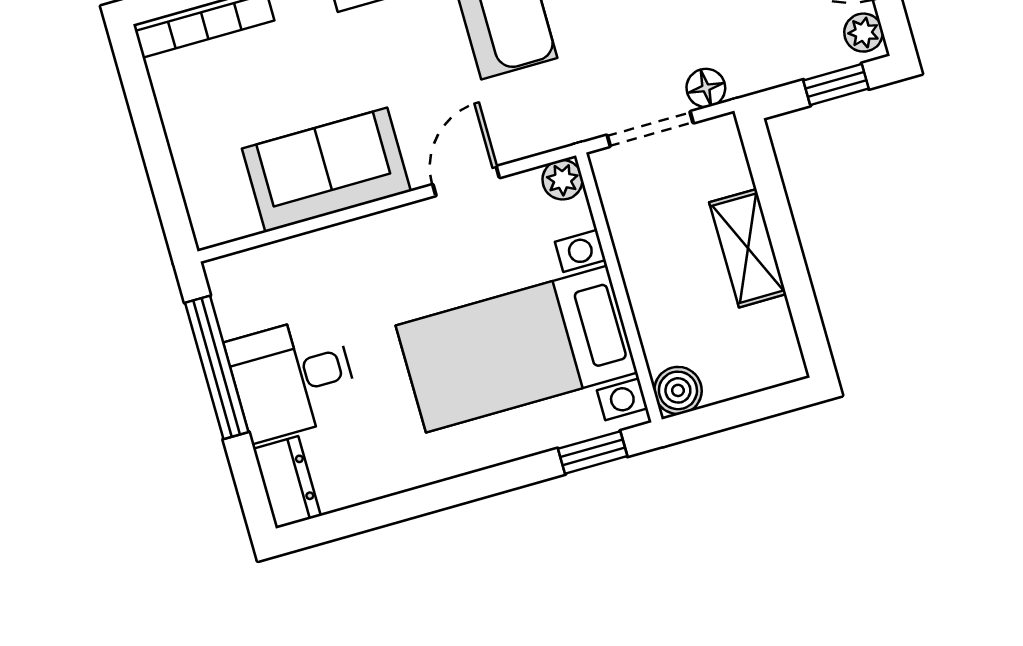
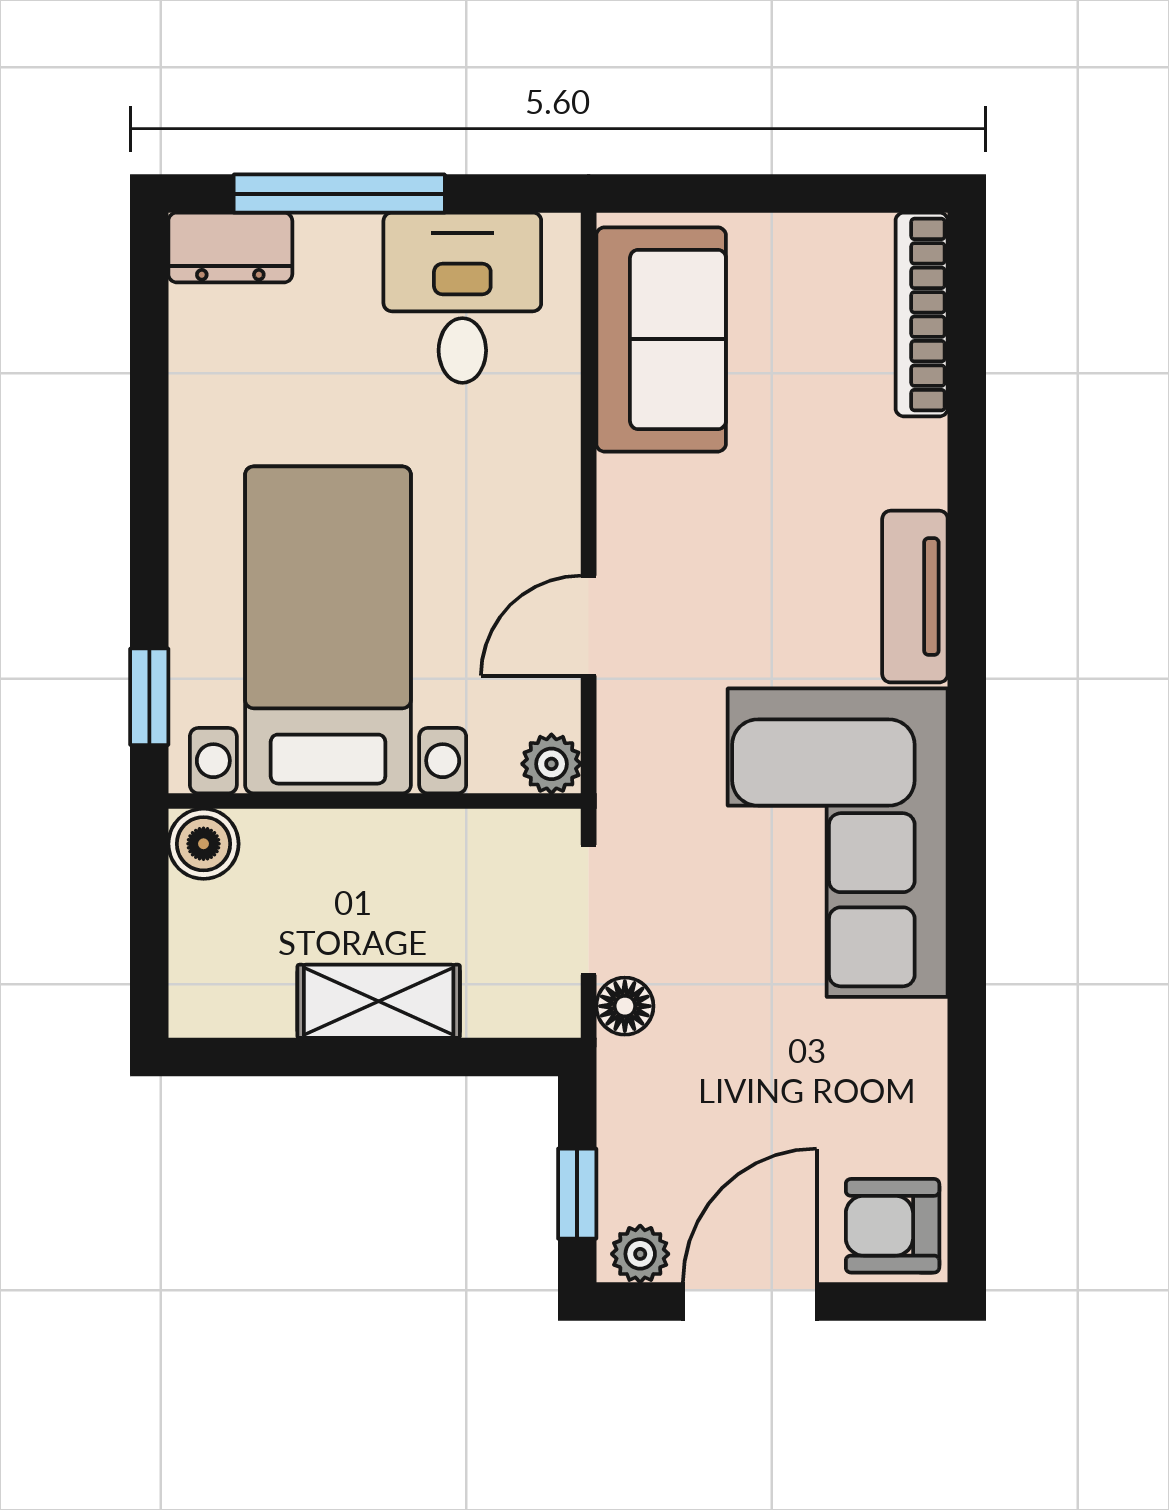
sofa: (326, 170) -> (661, 339), moved
door: (466, 181) -> (589, 626), swing flipped
window: (217, 367) -> (339, 194), moved
desk: (293, 378) -> (462, 298), moved

